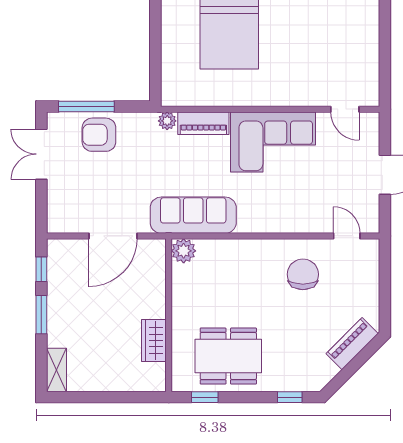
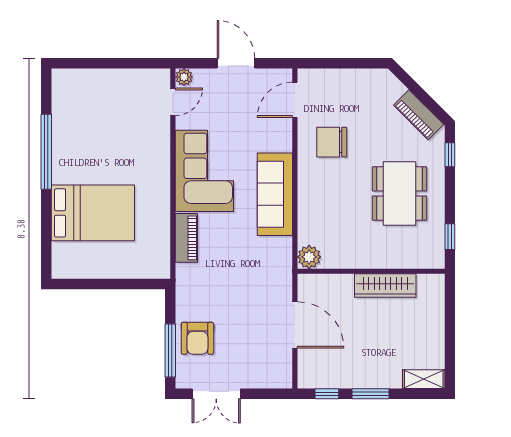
plant: (167, 121) -> (184, 77), moved
sofa: (193, 215) -> (275, 194), moved
door: (347, 236) -> (295, 100), width x1.38
wardrobe: (154, 340) -> (385, 285), width x1.50
piano: (352, 344) -> (419, 115), moved
dining table: (228, 356) -> (399, 193), moved

